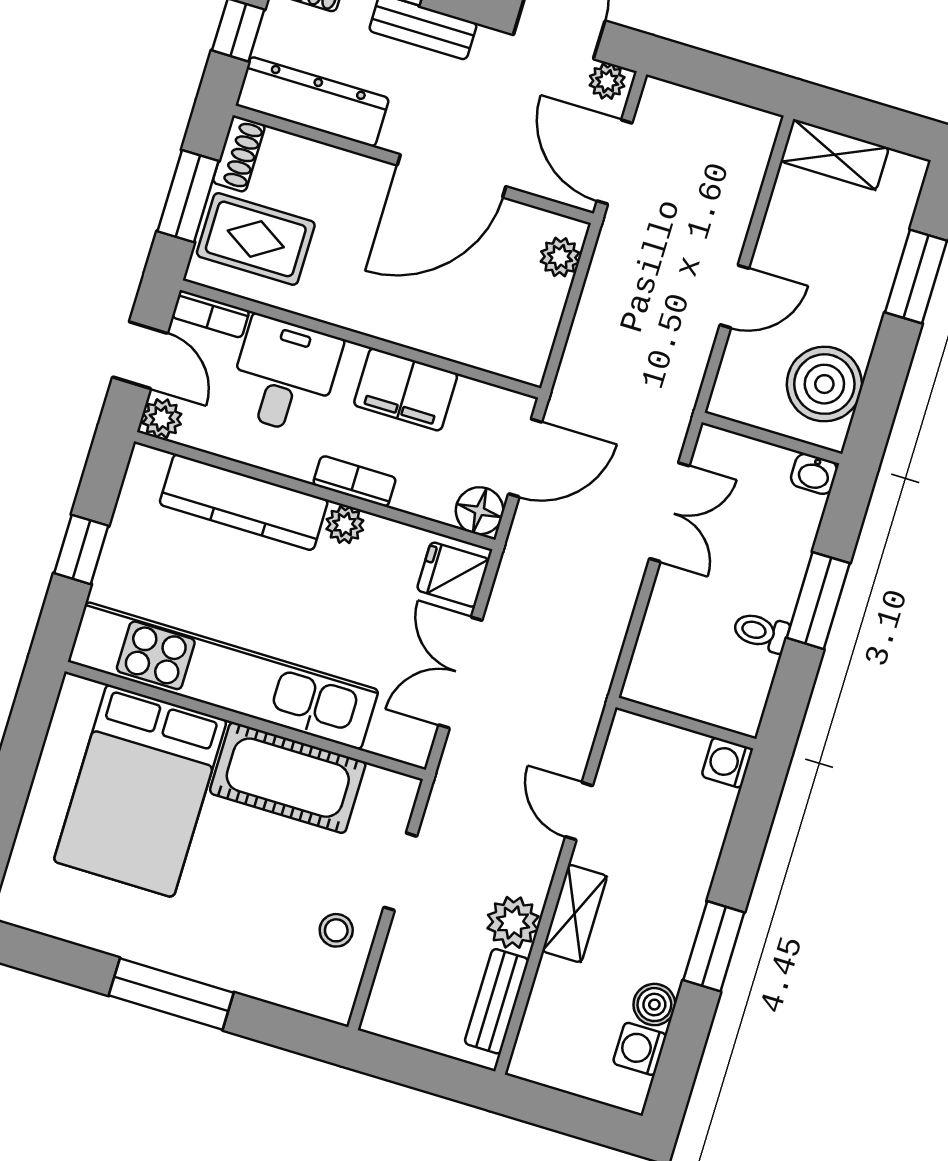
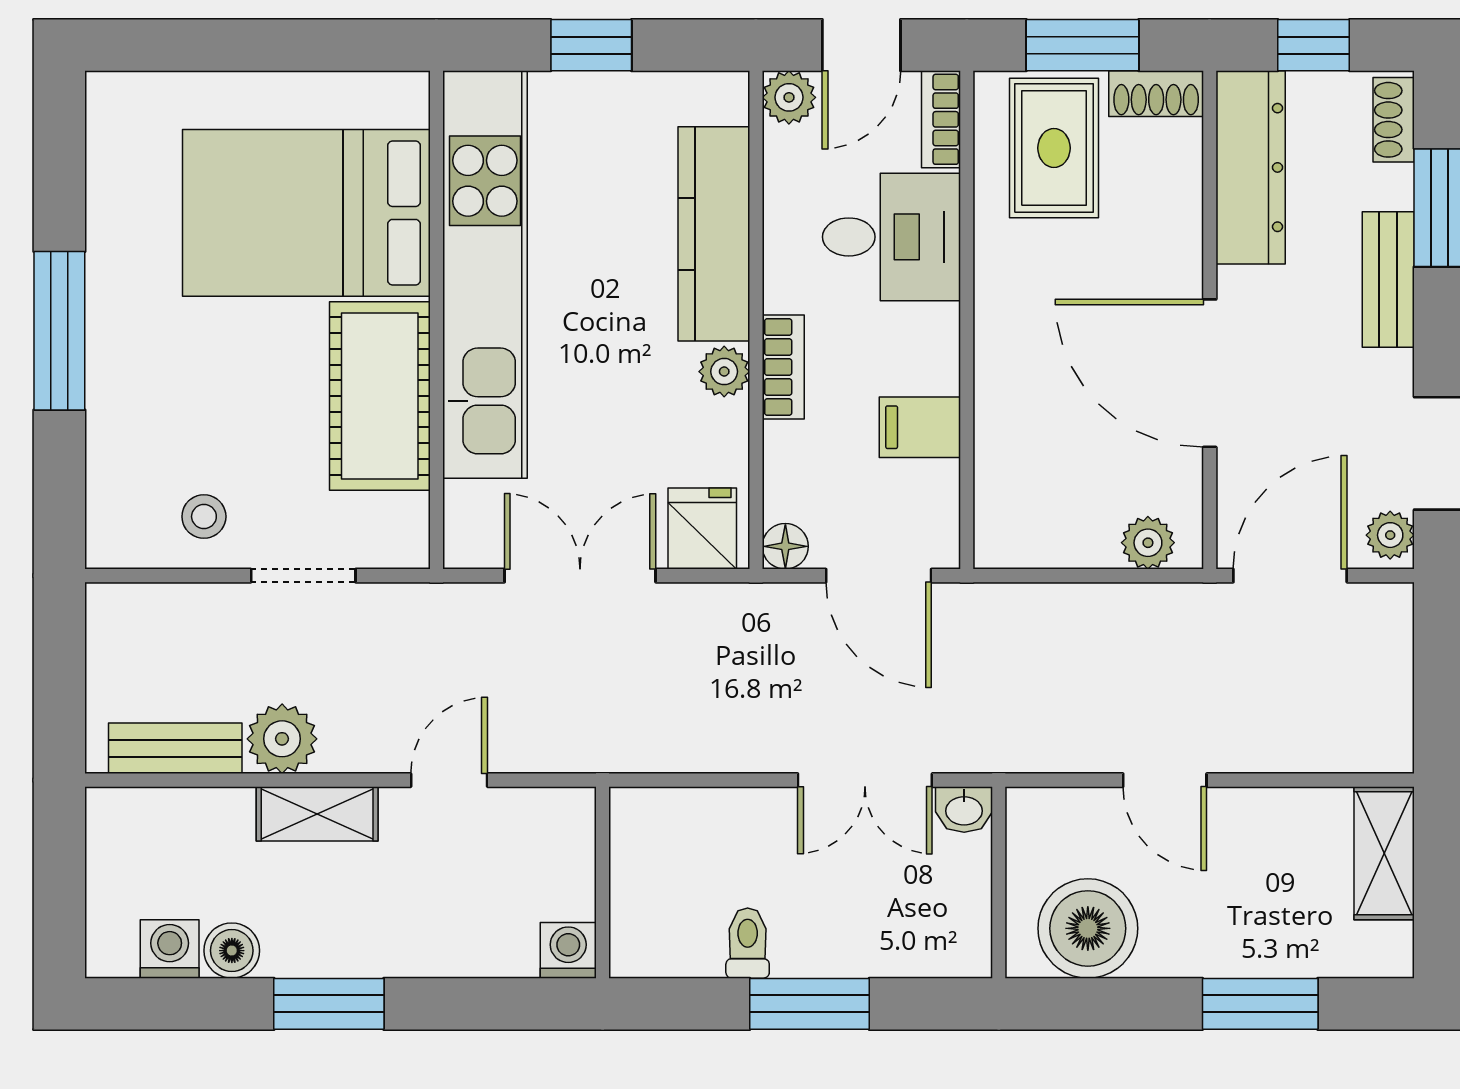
filing cabinet: (406, 389) -> (920, 427), width x0.50
washbasin: (814, 474) -> (964, 809), moved, turned -90
floor lamp: (480, 511) -> (785, 546), width x0.73, depth x0.73

